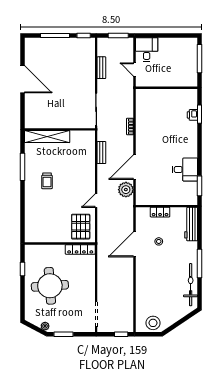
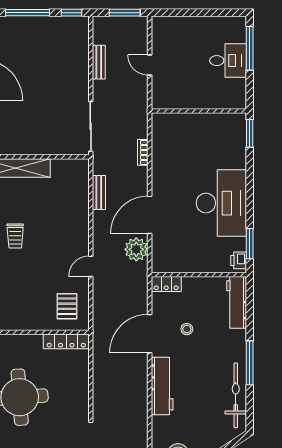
desk: (147, 50) -> (228, 61), moved, turned 90
wall: (167, 88) -> (199, 111), moved
printer: (192, 115) -> (239, 260), moved
desk: (185, 169) -> (221, 203), width x1.87, depth x1.30
locker: (160, 212) -> (166, 284), moved
pallet: (81, 227) -> (67, 306), width x0.67, depth x0.71
workbench: (143, 279) -> (162, 386), added

